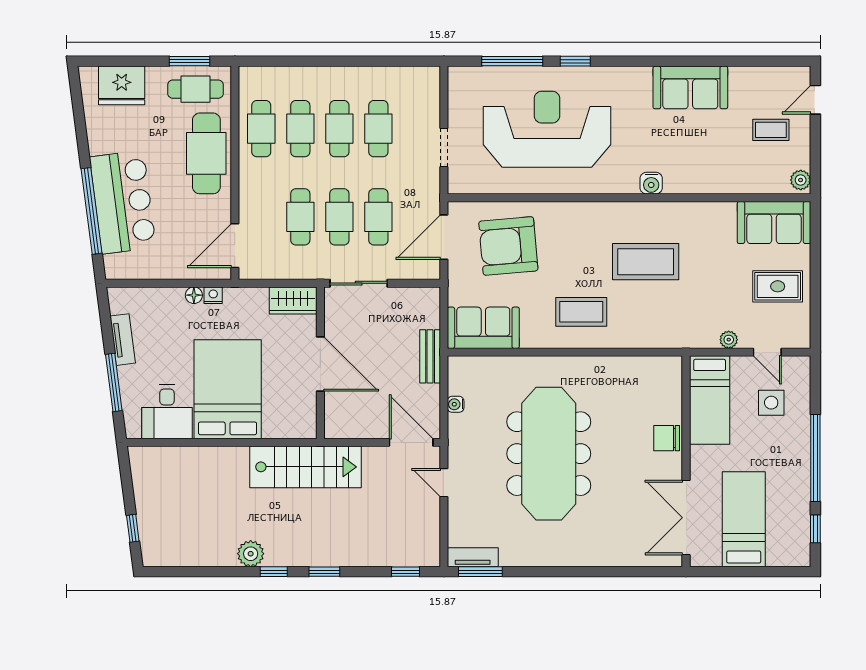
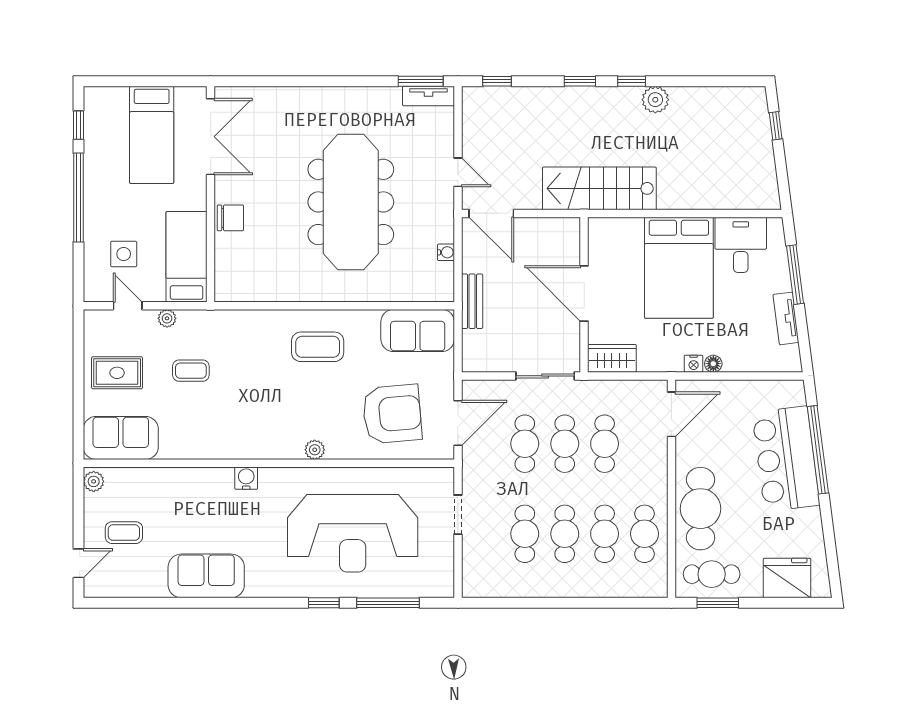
plant: (584, 211) -> (315, 450), added
coffee table: (646, 262) -> (191, 371), moved, width x0.54, depth x0.58

